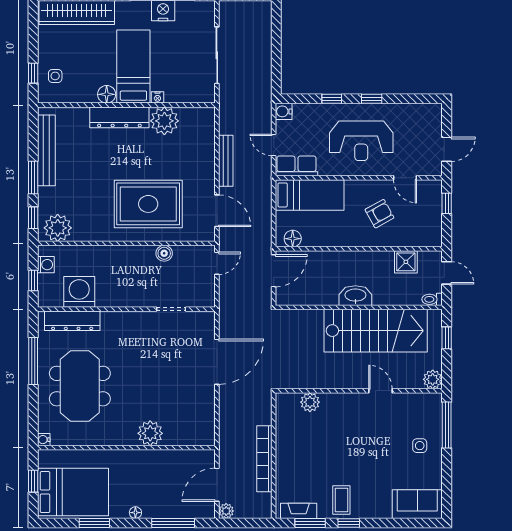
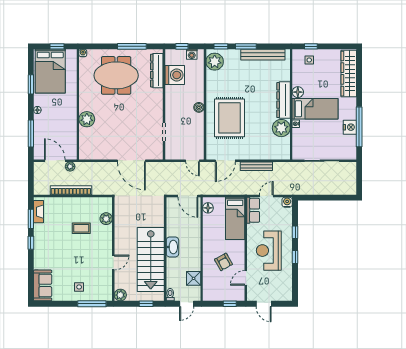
boiler: (164, 253) -> (199, 107), moved
coffee table: (341, 500) -> (81, 228), moved
plant: (226, 511) -> (70, 166), moved

